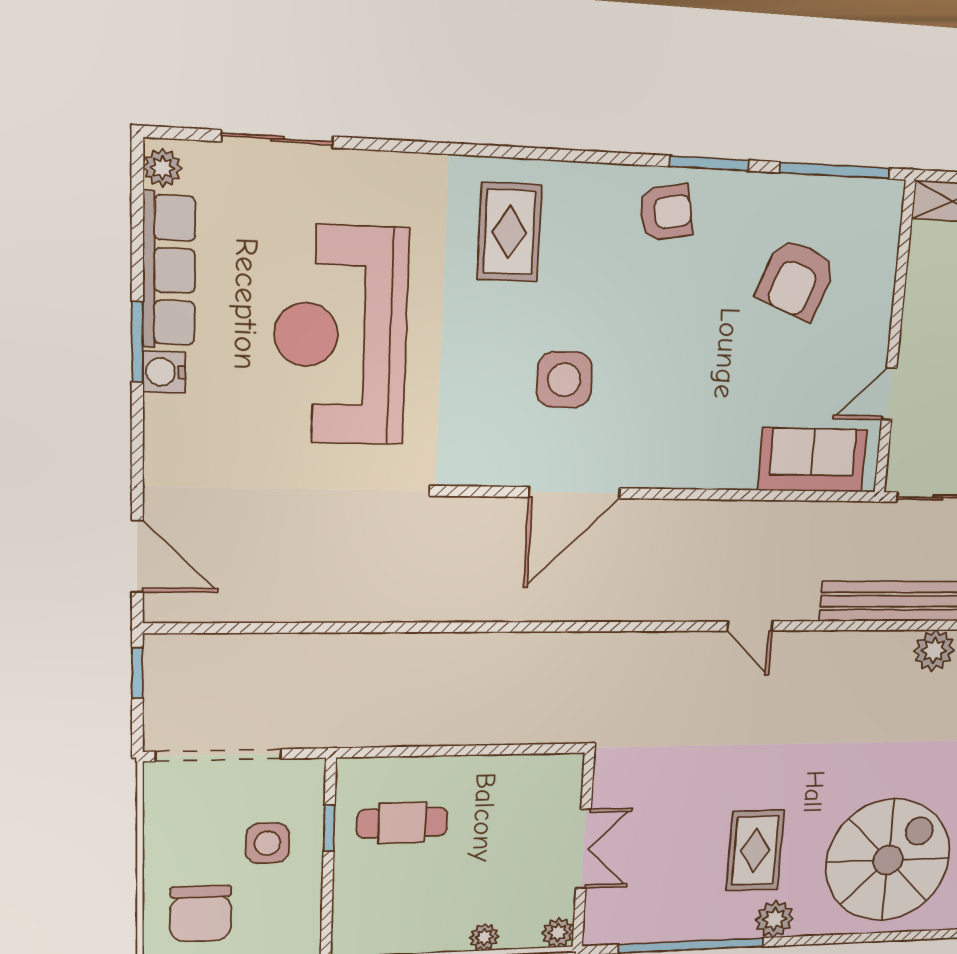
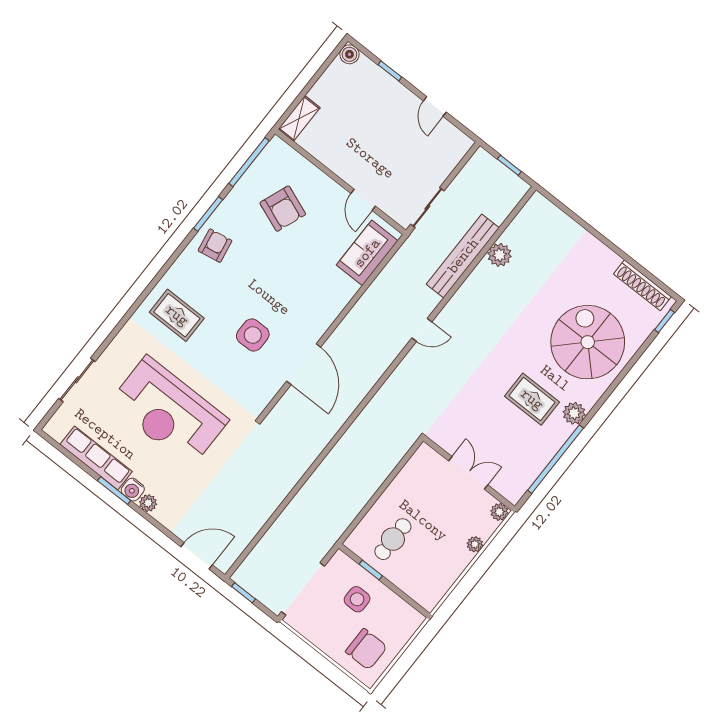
plant: (162, 168) -> (148, 503), moved

